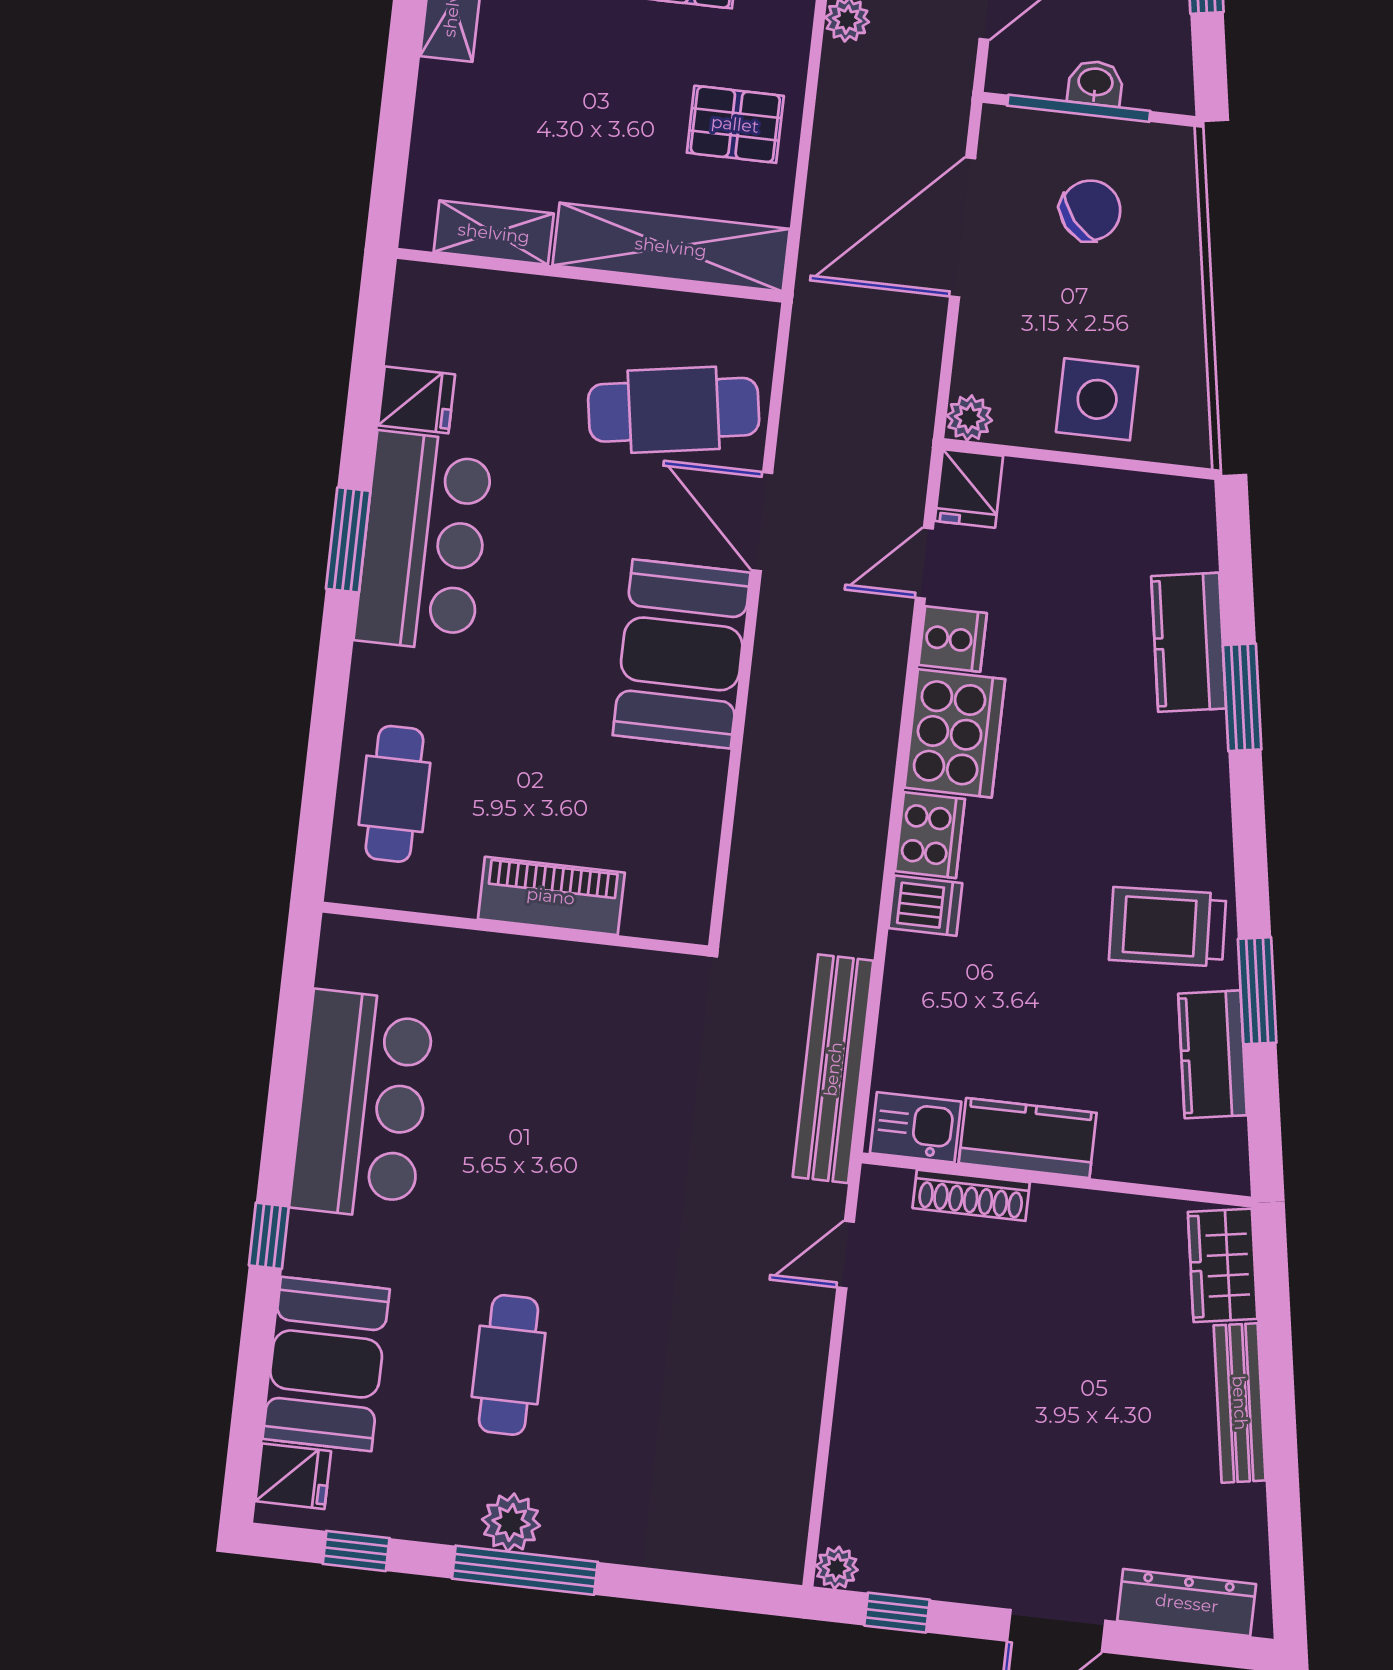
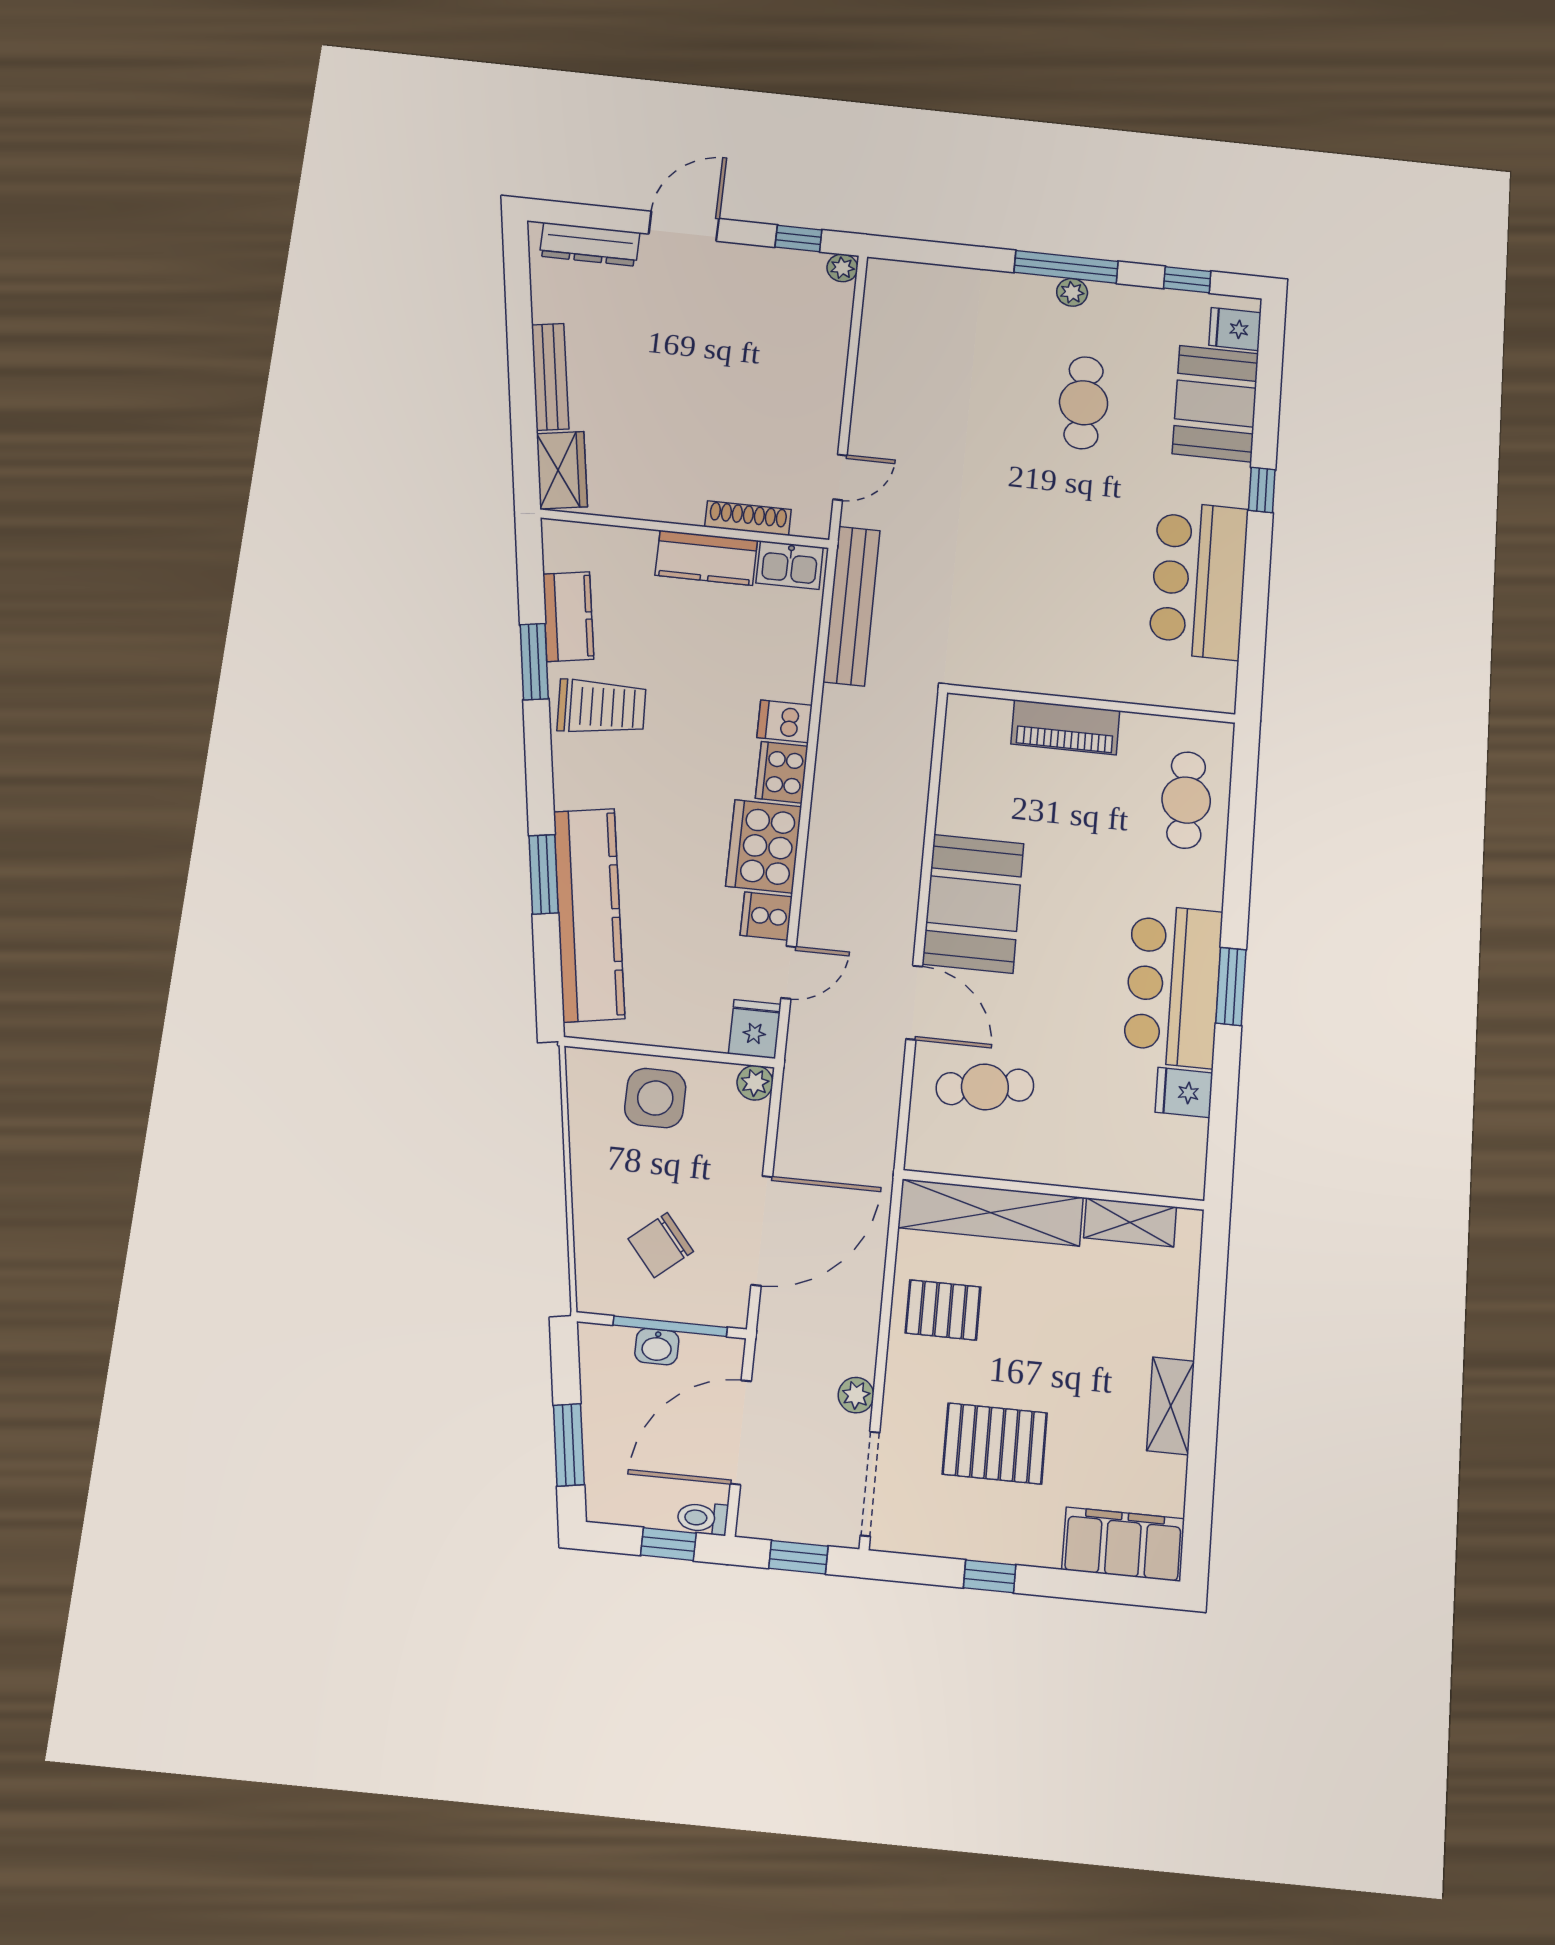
cafe table: (674, 410) -> (985, 1087), width x0.73, depth x0.74
kitchen counter: (1189, 642) -> (589, 914), width x2.08, depth x1.17
plant: (511, 1522) -> (1072, 292), width x0.73, depth x0.73

